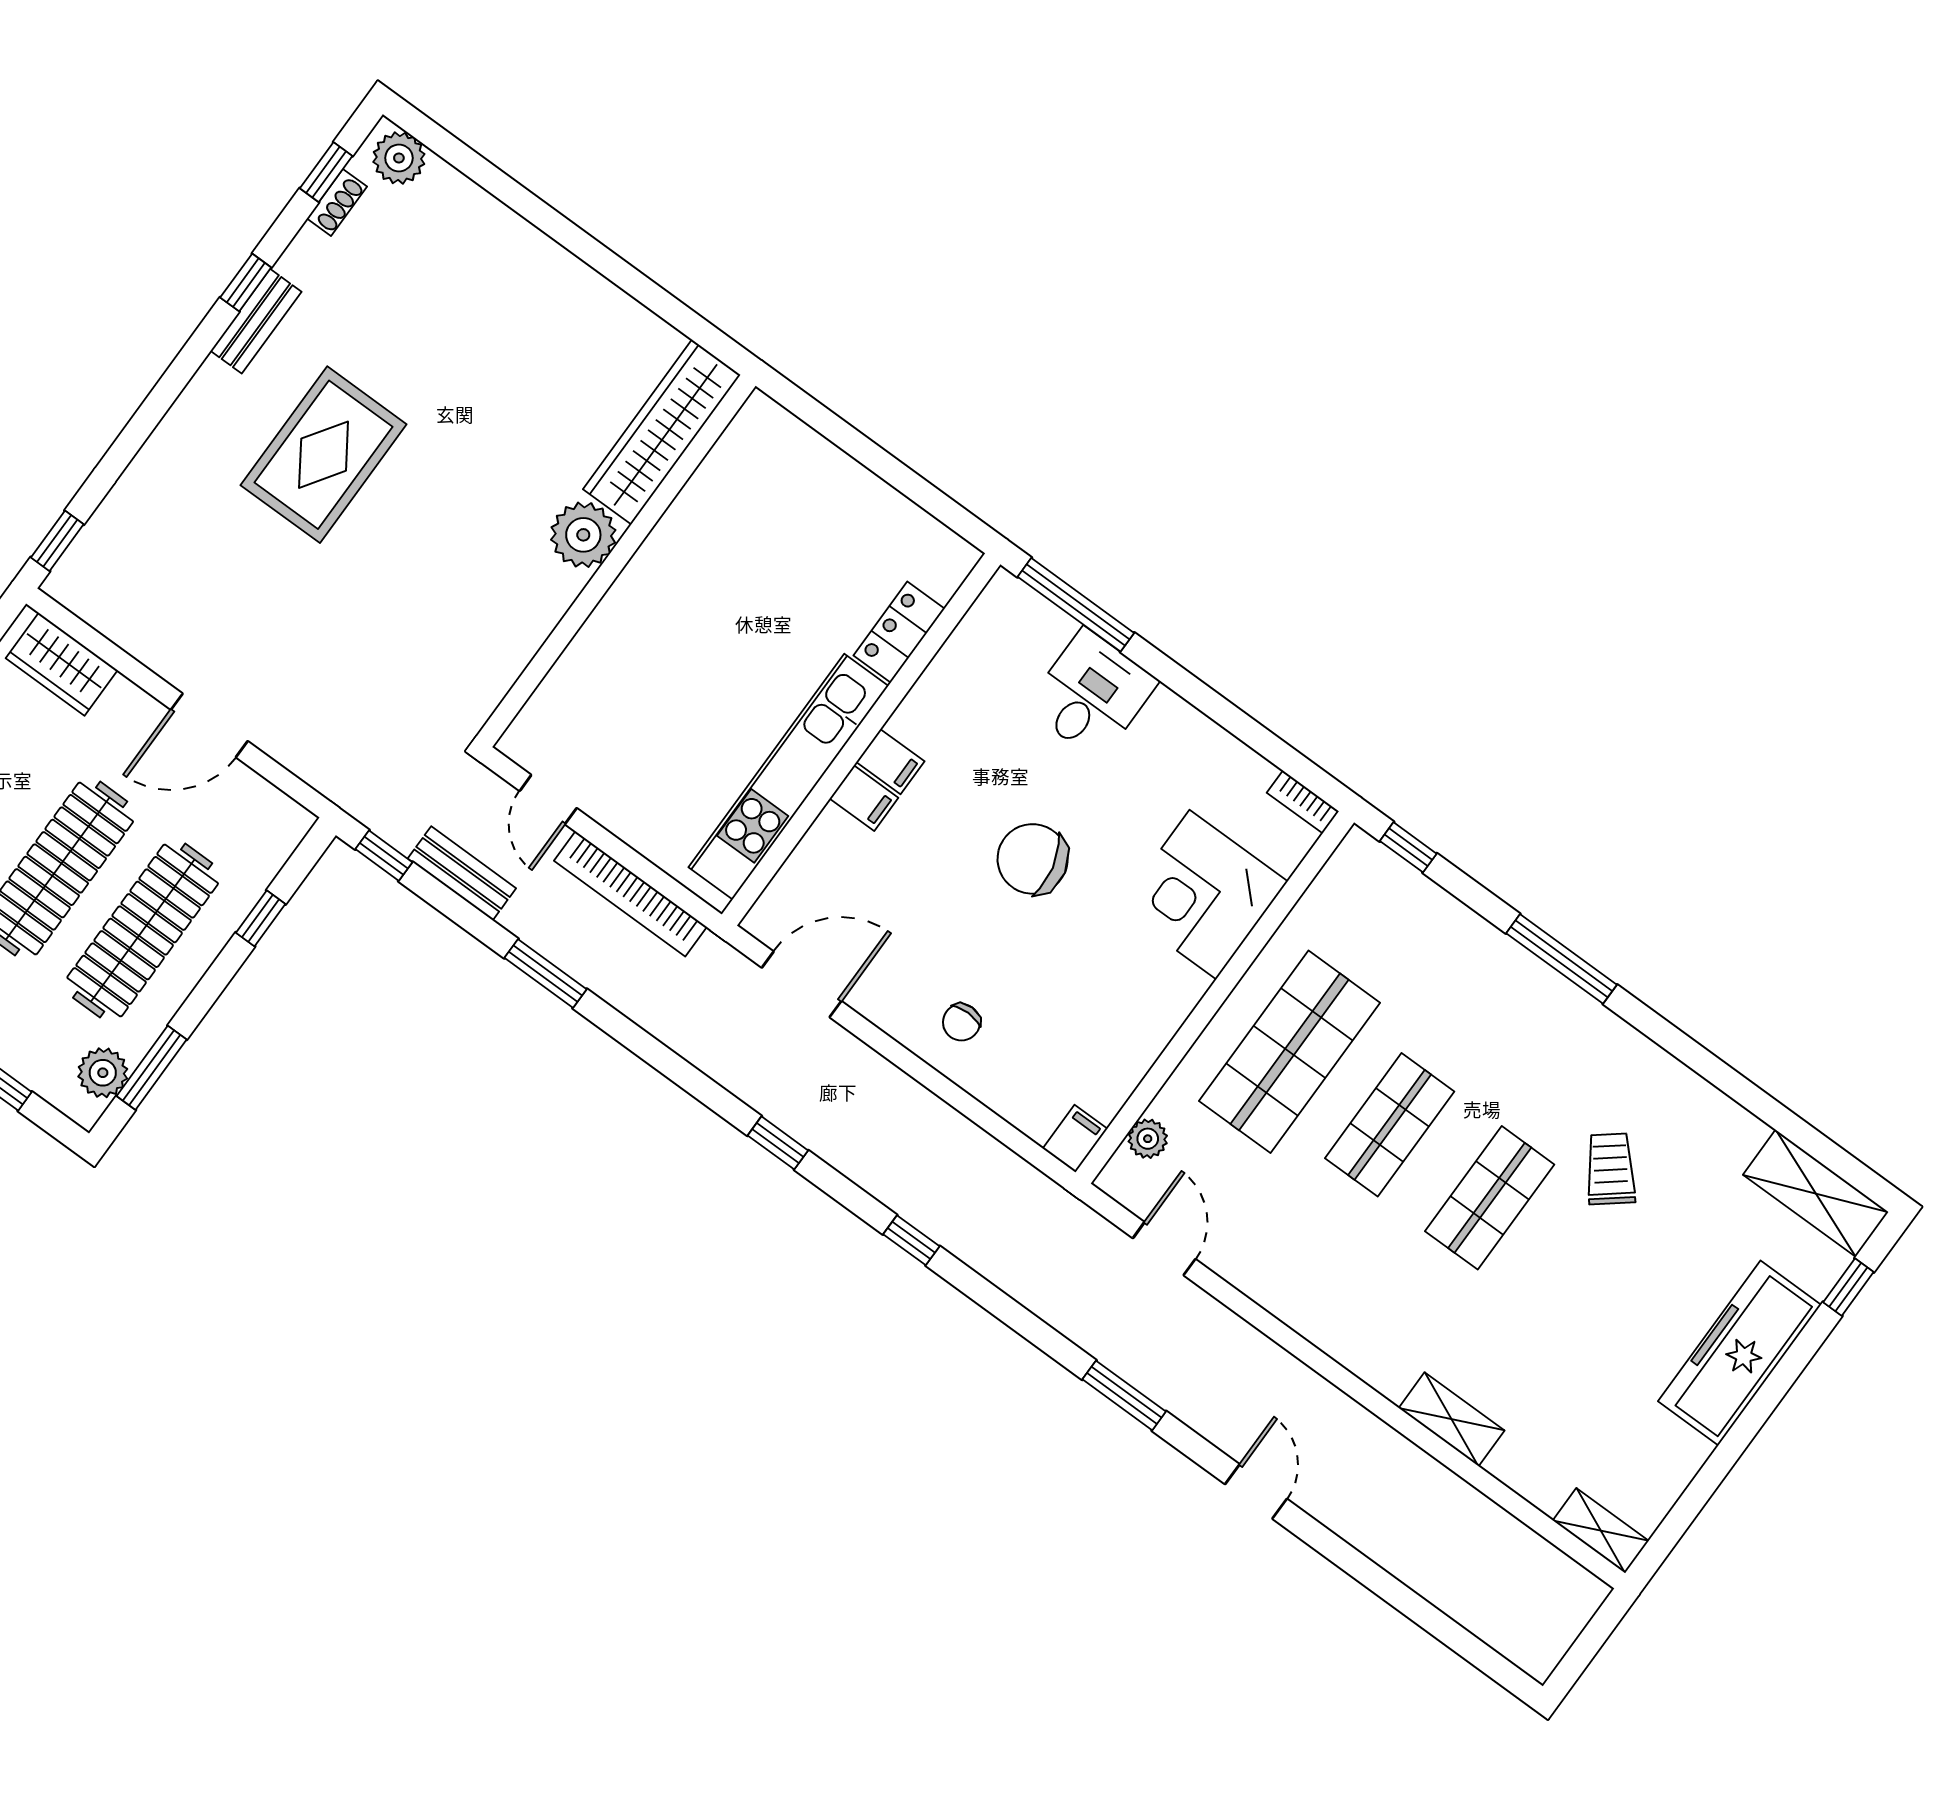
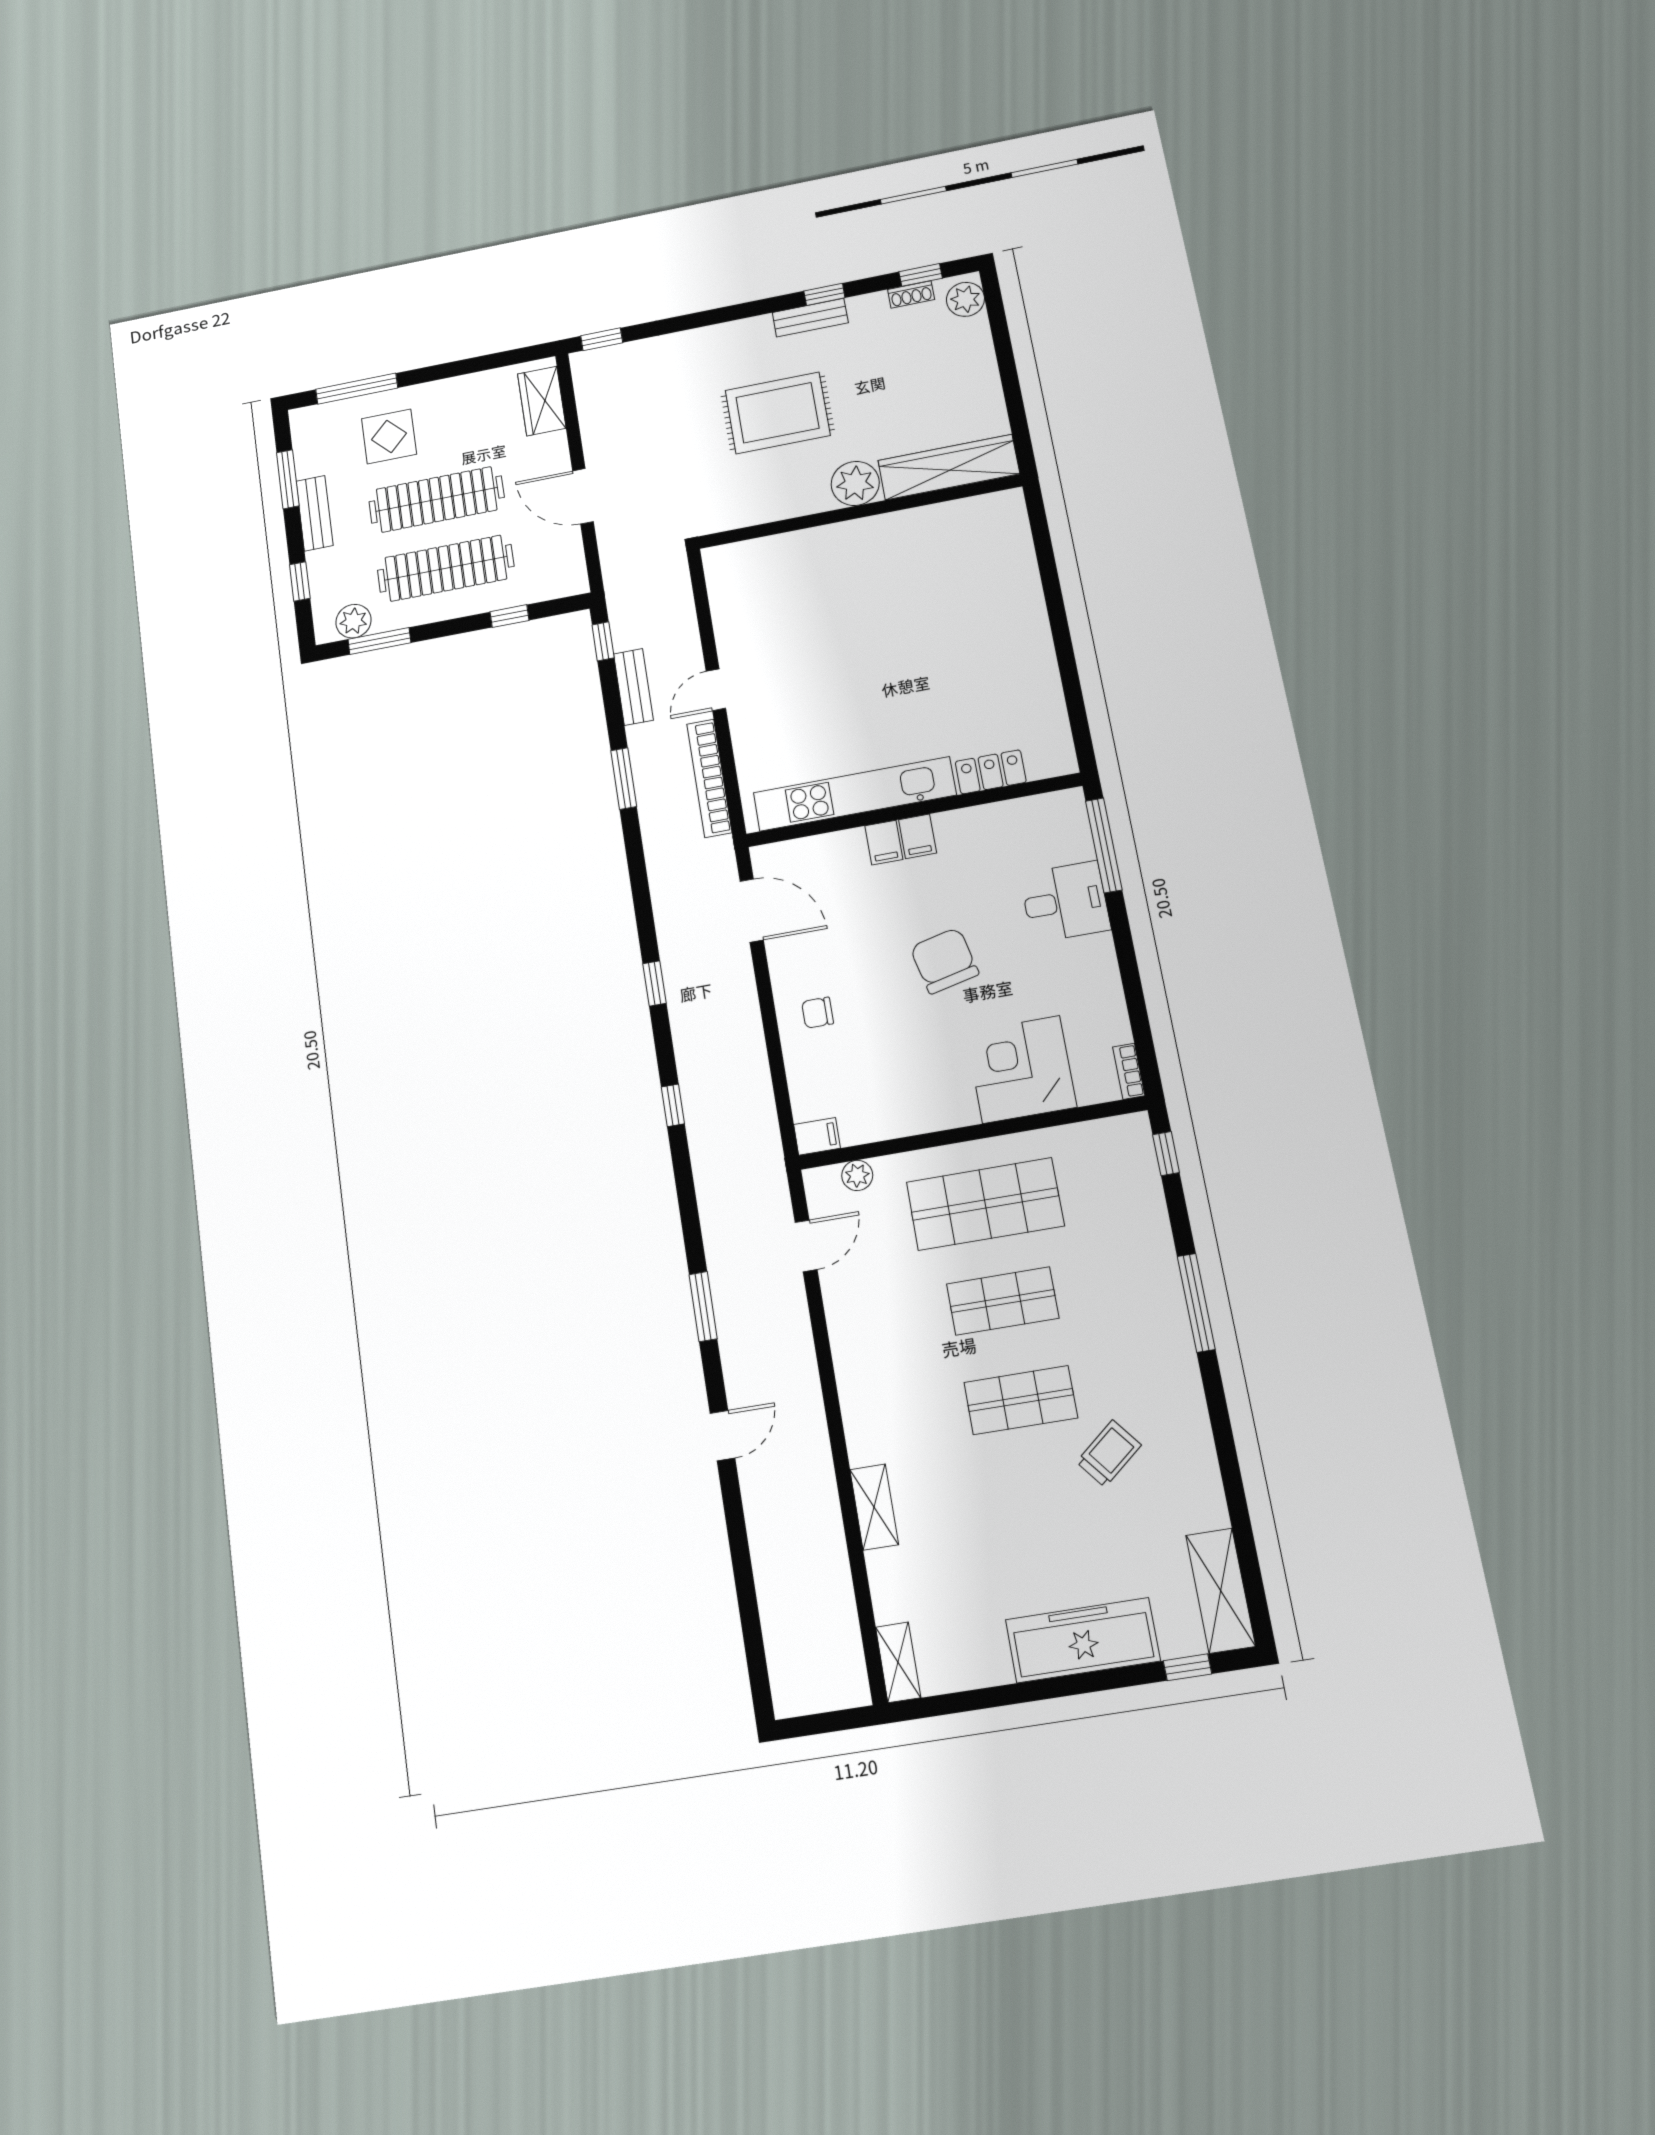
wardrobe: (662, 432) -> (949, 467), moved
plant: (583, 535) -> (855, 483), moved
wall: (616, 561) -> (859, 512), moved

